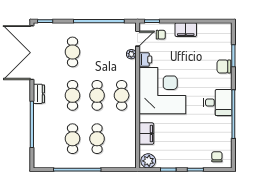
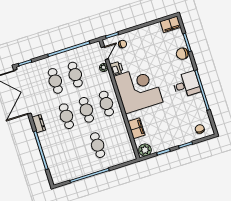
filing cabinet: (186, 30) -> (171, 24), moved
cafe table: (72, 139) -> (75, 75), moved

